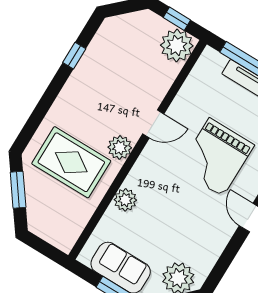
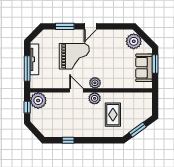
rug: (71, 162) -> (113, 115), width x0.73, depth x0.70
plant: (125, 200) -> (95, 83), moved

